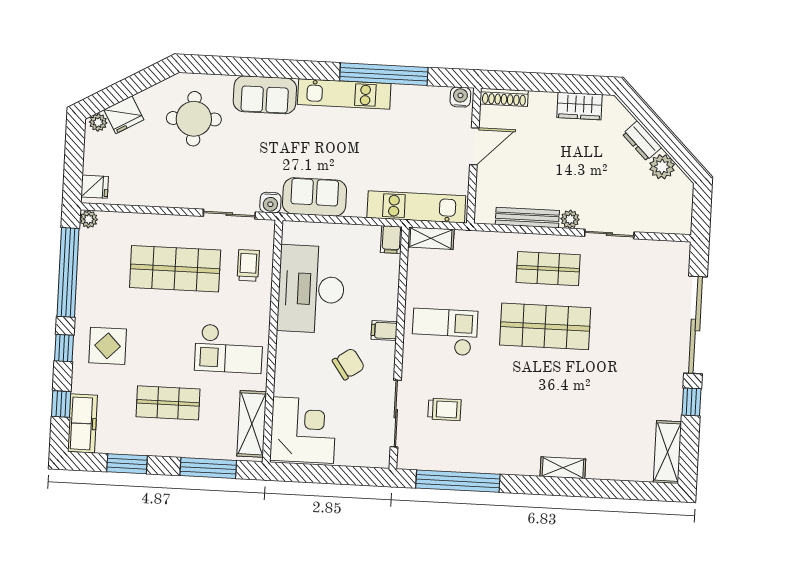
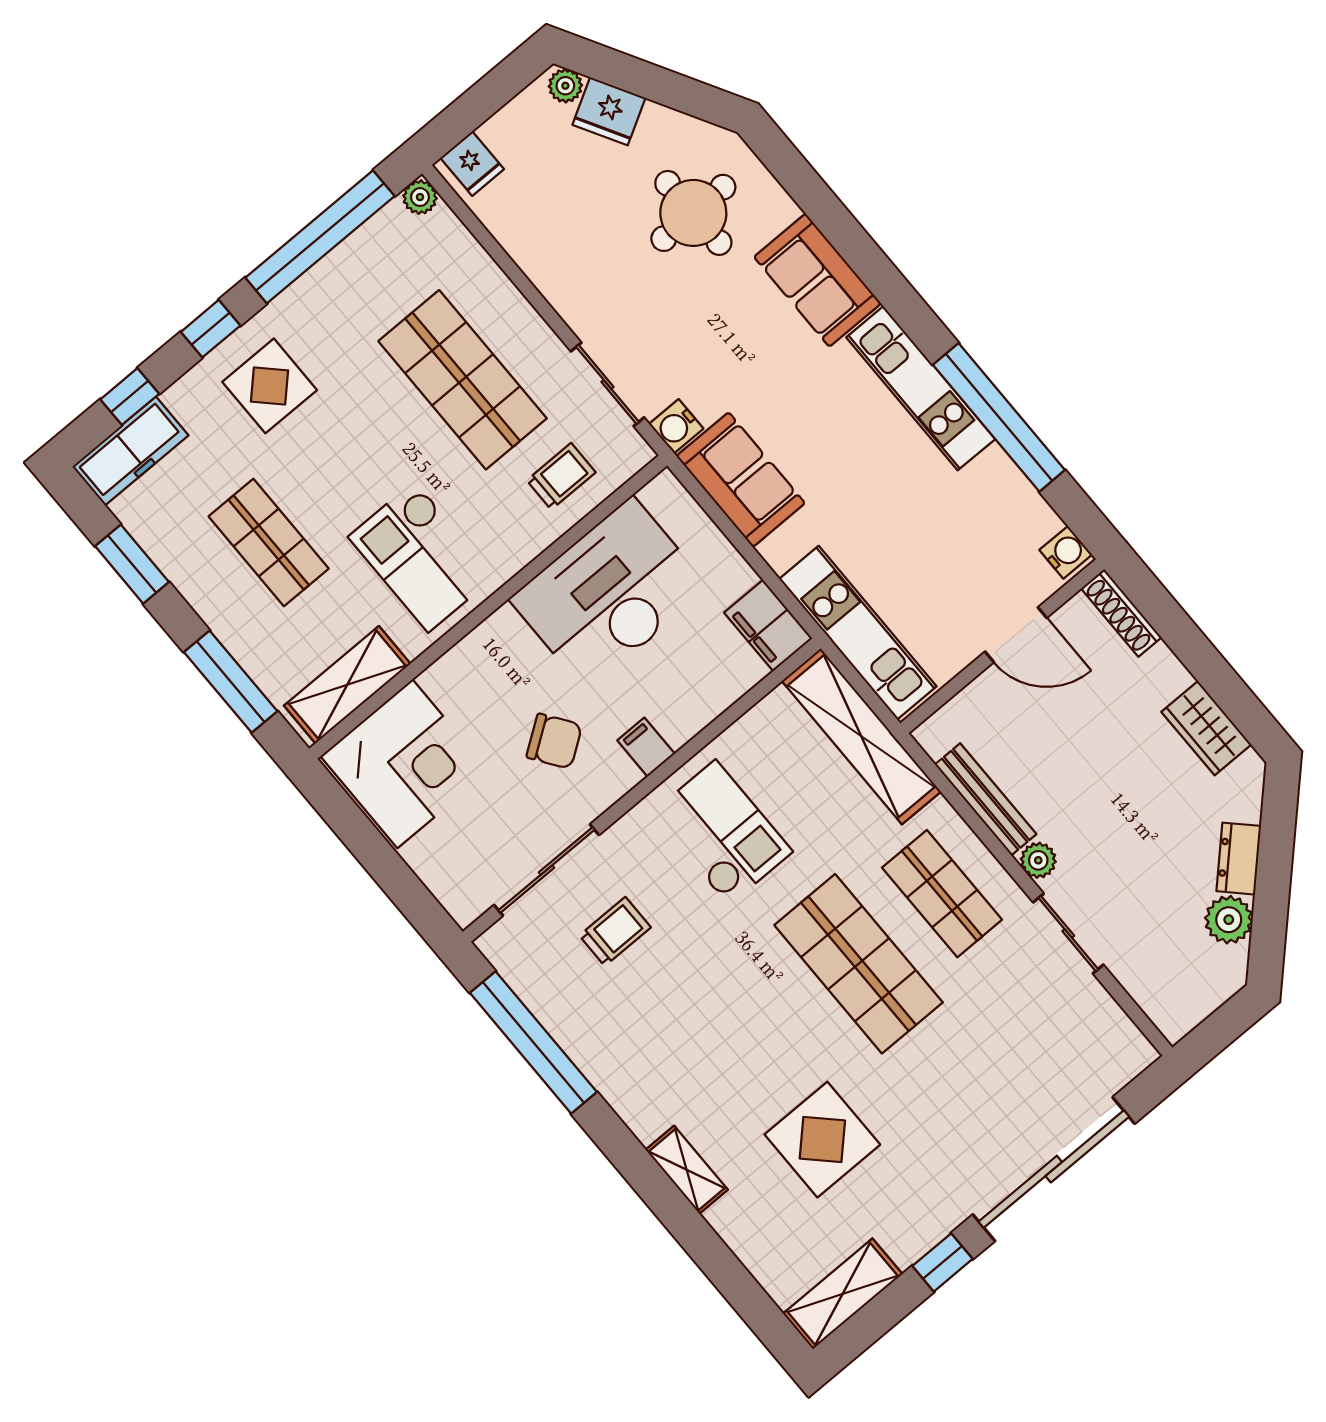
shelving: (431, 238) -> (861, 736), width x2.20, depth x1.33
filing cabinet: (391, 240) -> (768, 626), width x2.00
display table: (600, 404) -> (822, 1140), added
trolley: (444, 409) -> (615, 932), turned -90

